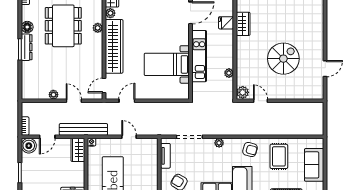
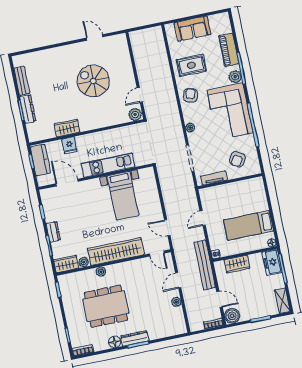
plant: (229, 73) -> (119, 132), removed
wardrobe: (78, 150) -> (237, 264), moved

